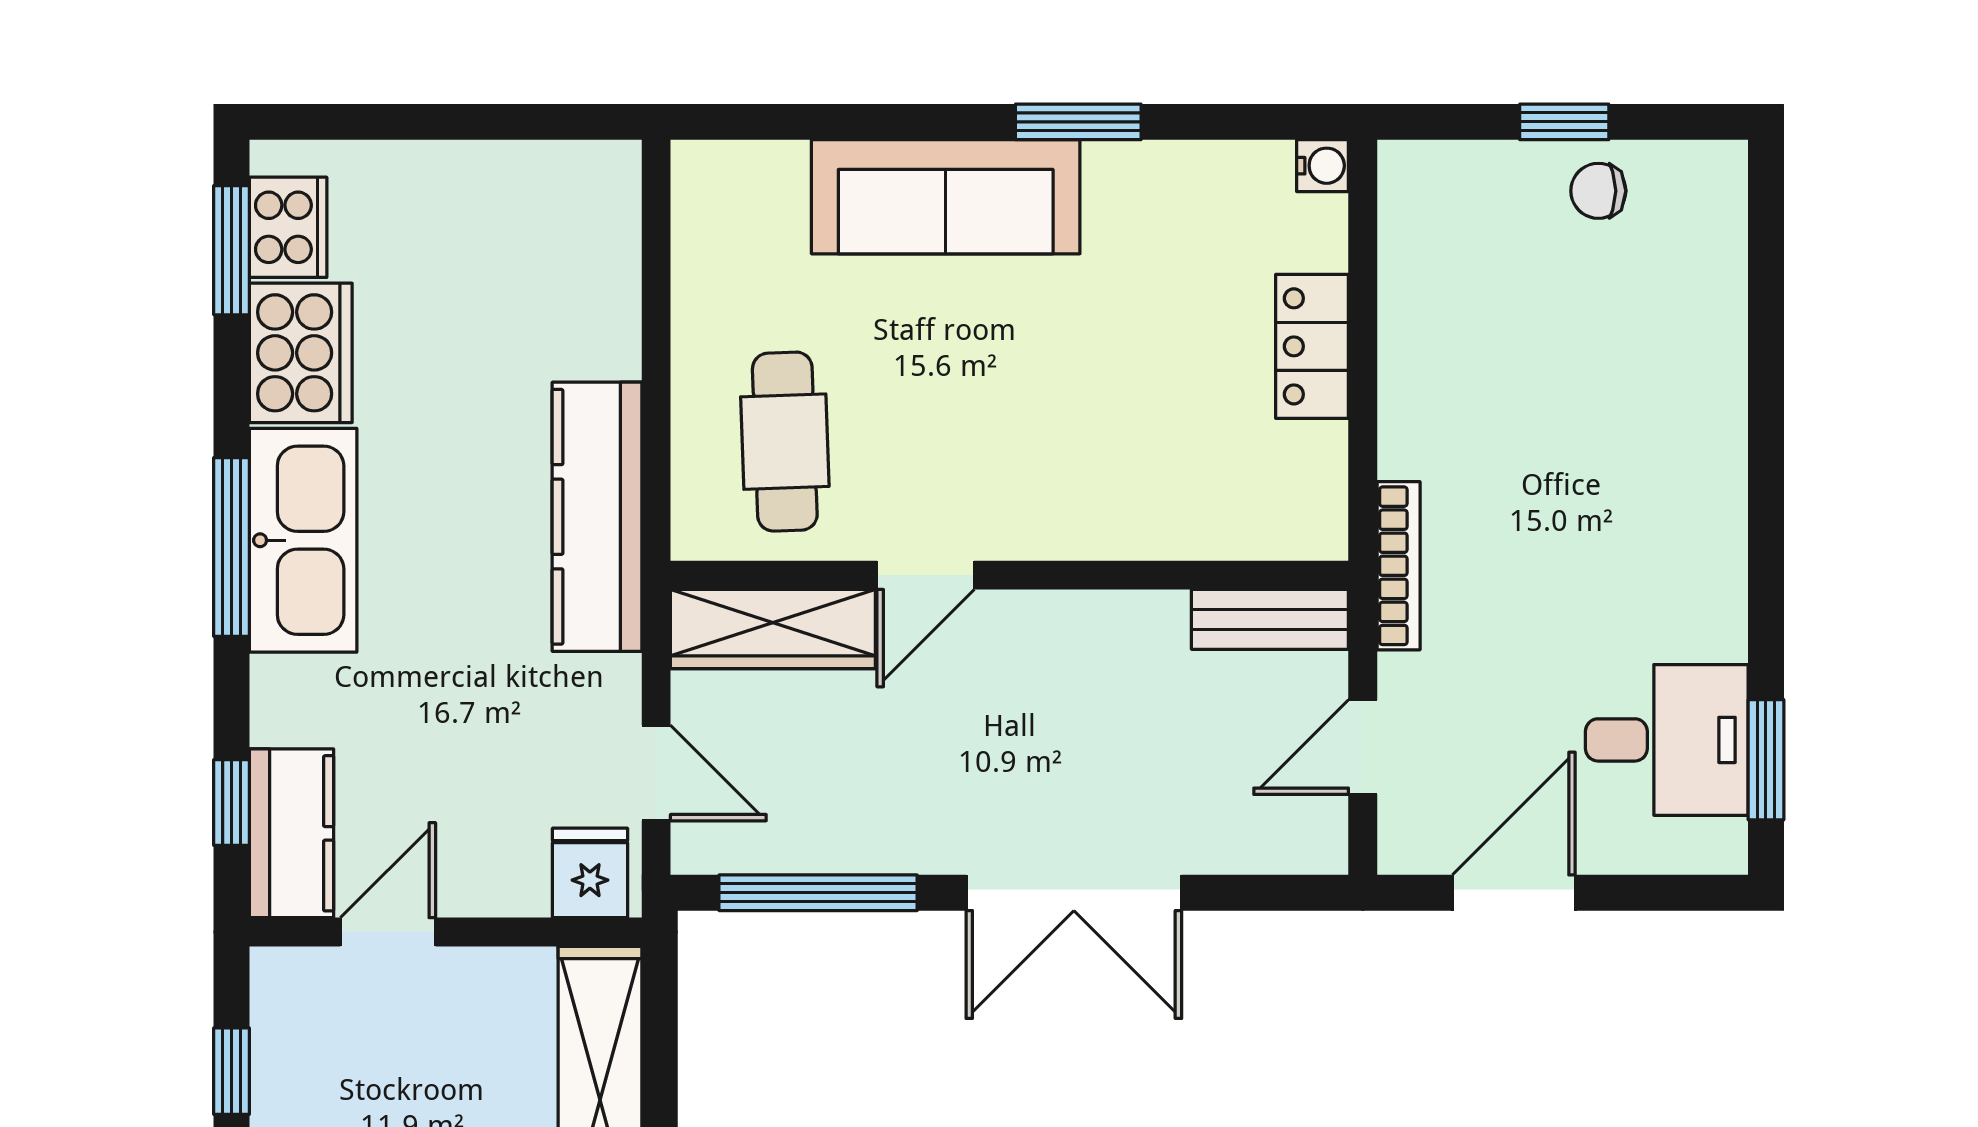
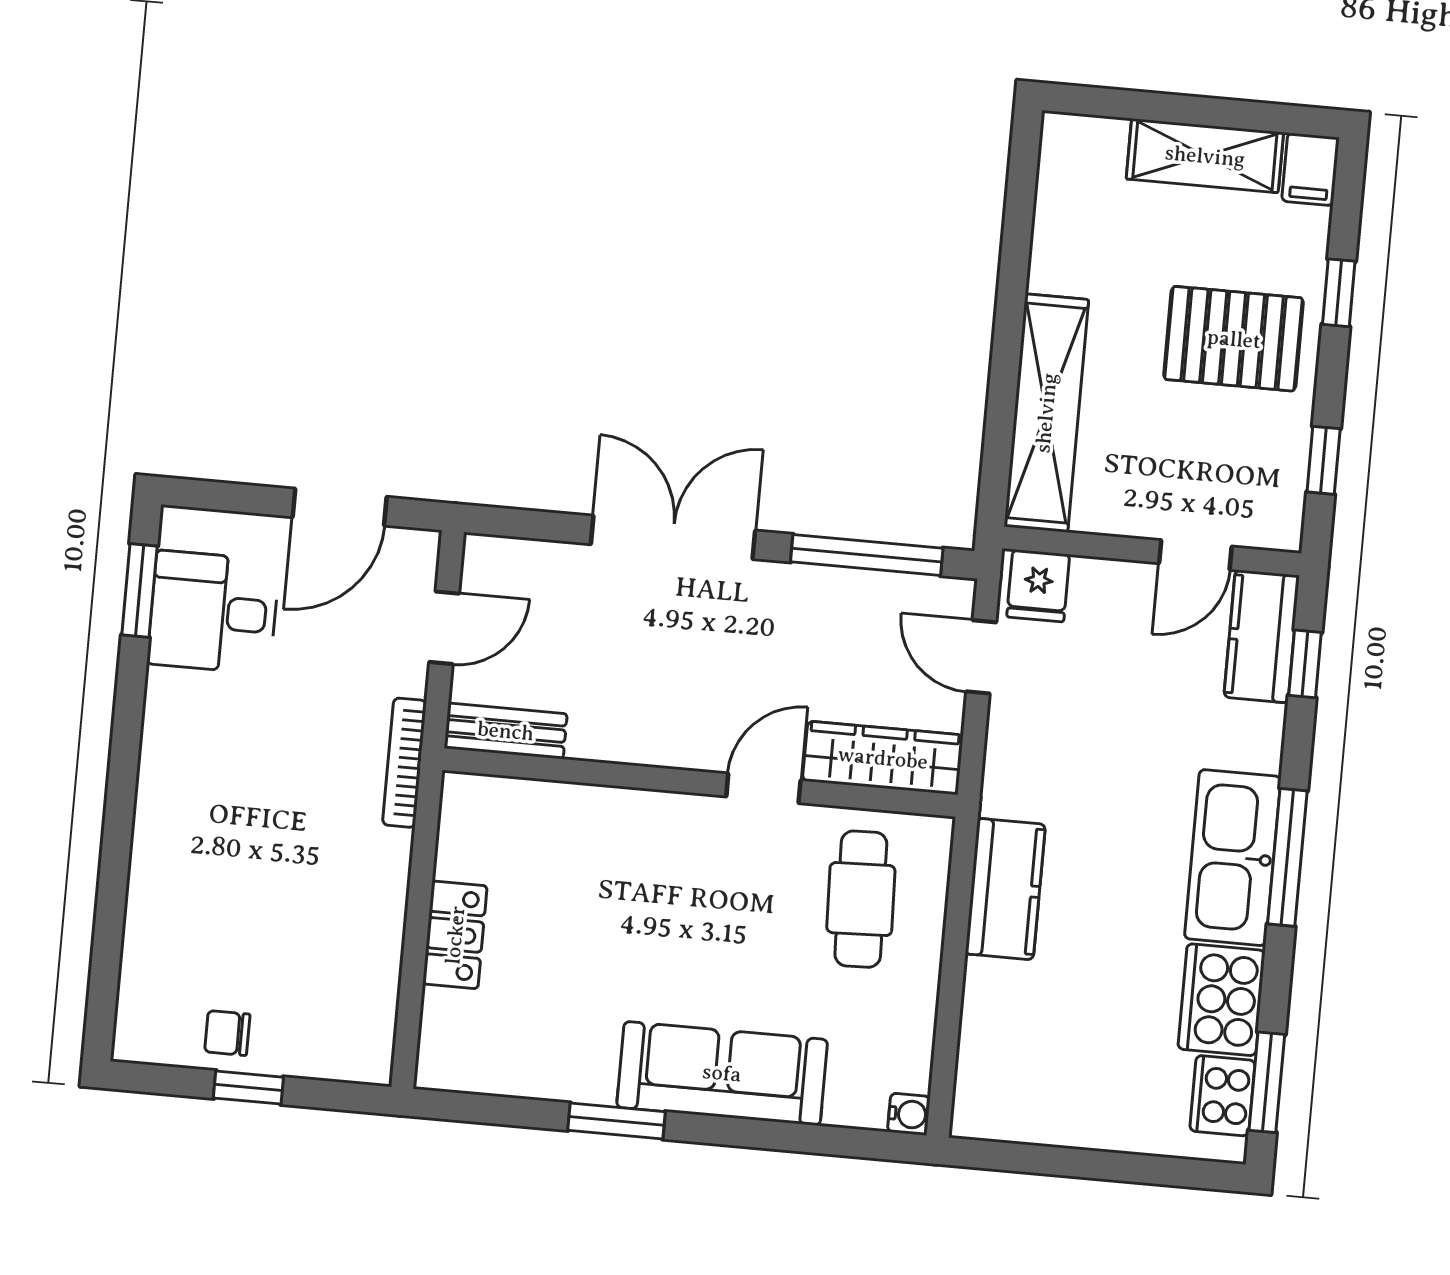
water cooler: (1323, 166) -> (909, 1114), moved, turned 180
chair: (1598, 191) -> (227, 1033), turned 180
kitchen counter: (597, 517) -> (1005, 889), width x0.67

